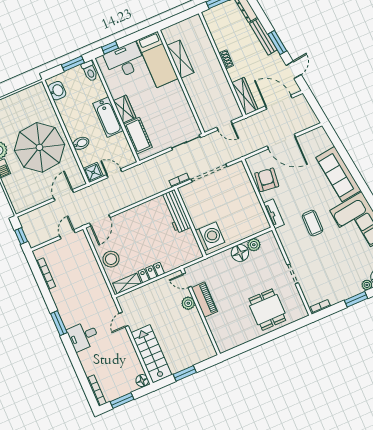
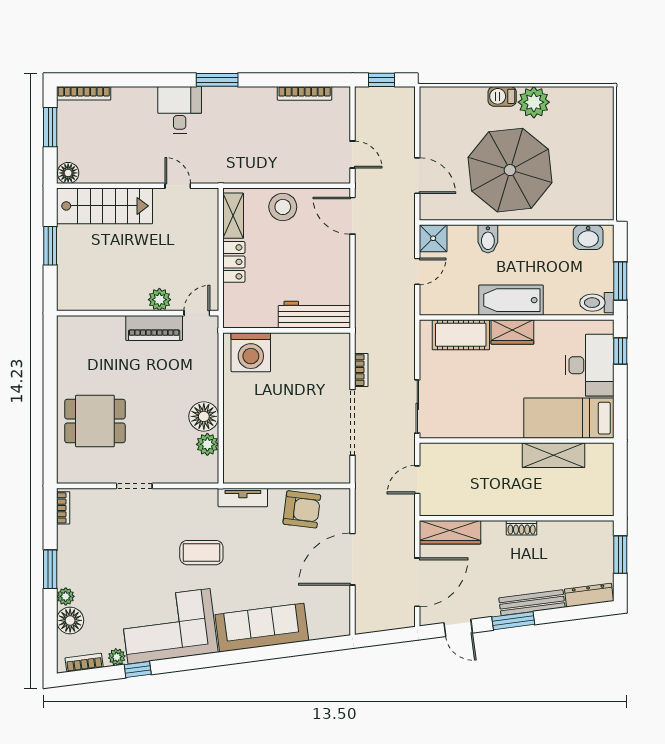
workbench: (176, 211) -> (314, 315), moved
wall: (190, 222) -> (287, 330), moved
washing machine: (210, 236) -> (251, 352), moved

